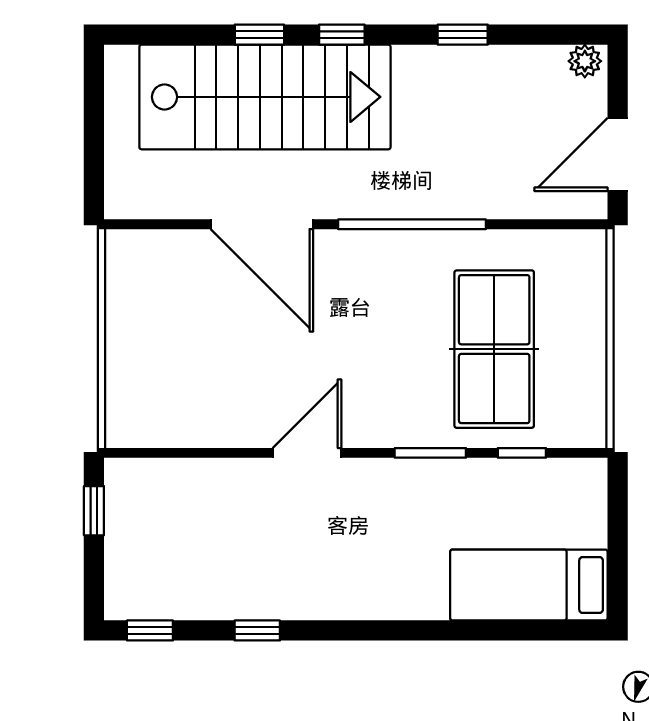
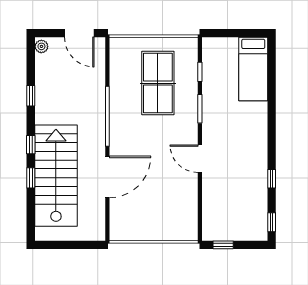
table tennis table: (494, 349) -> (158, 83), turned 90

